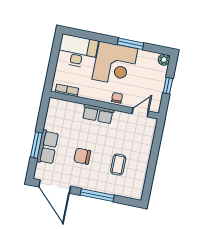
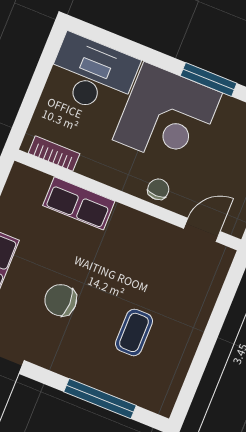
row of seats: (98, 114) -> (79, 203), moved
window: (97, 195) -> (100, 399), moved

